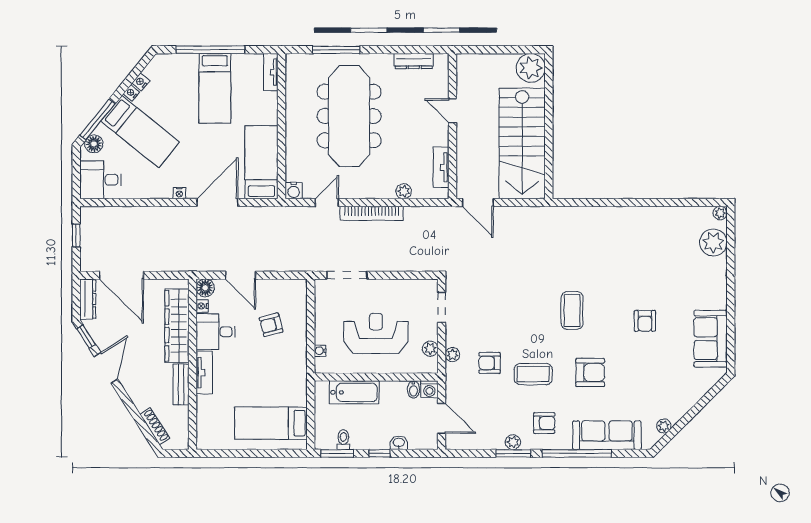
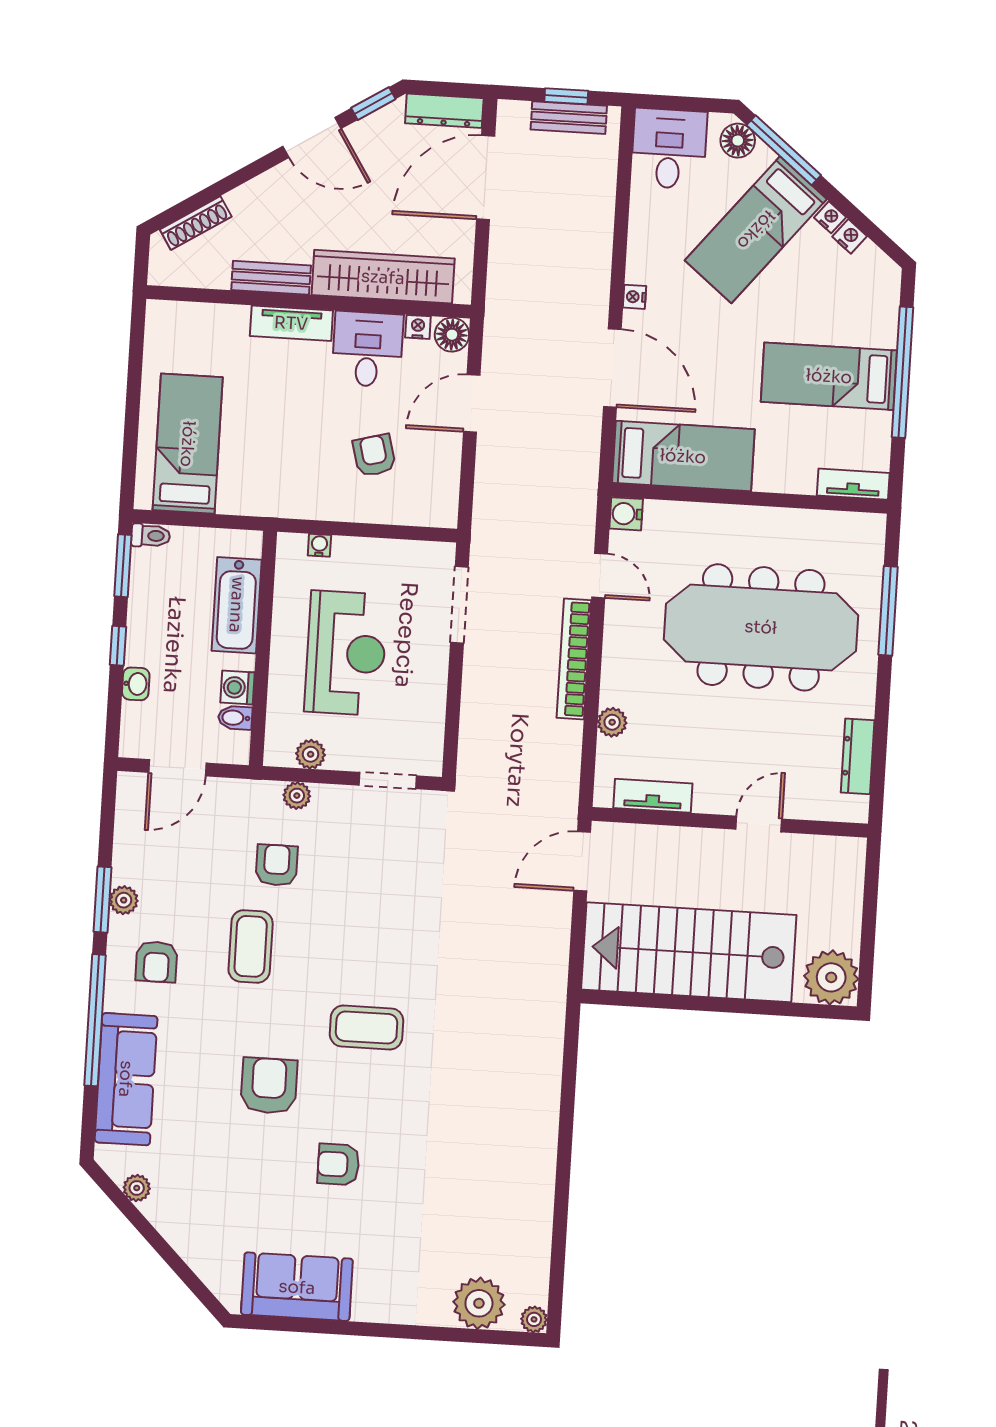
bench: (87, 233) -> (569, 118), added
armchair: (590, 372) -> (269, 1086), moved, turned 180
washing machine: (429, 389) -> (238, 688), moved
toilet: (343, 440) -> (151, 536), moved

